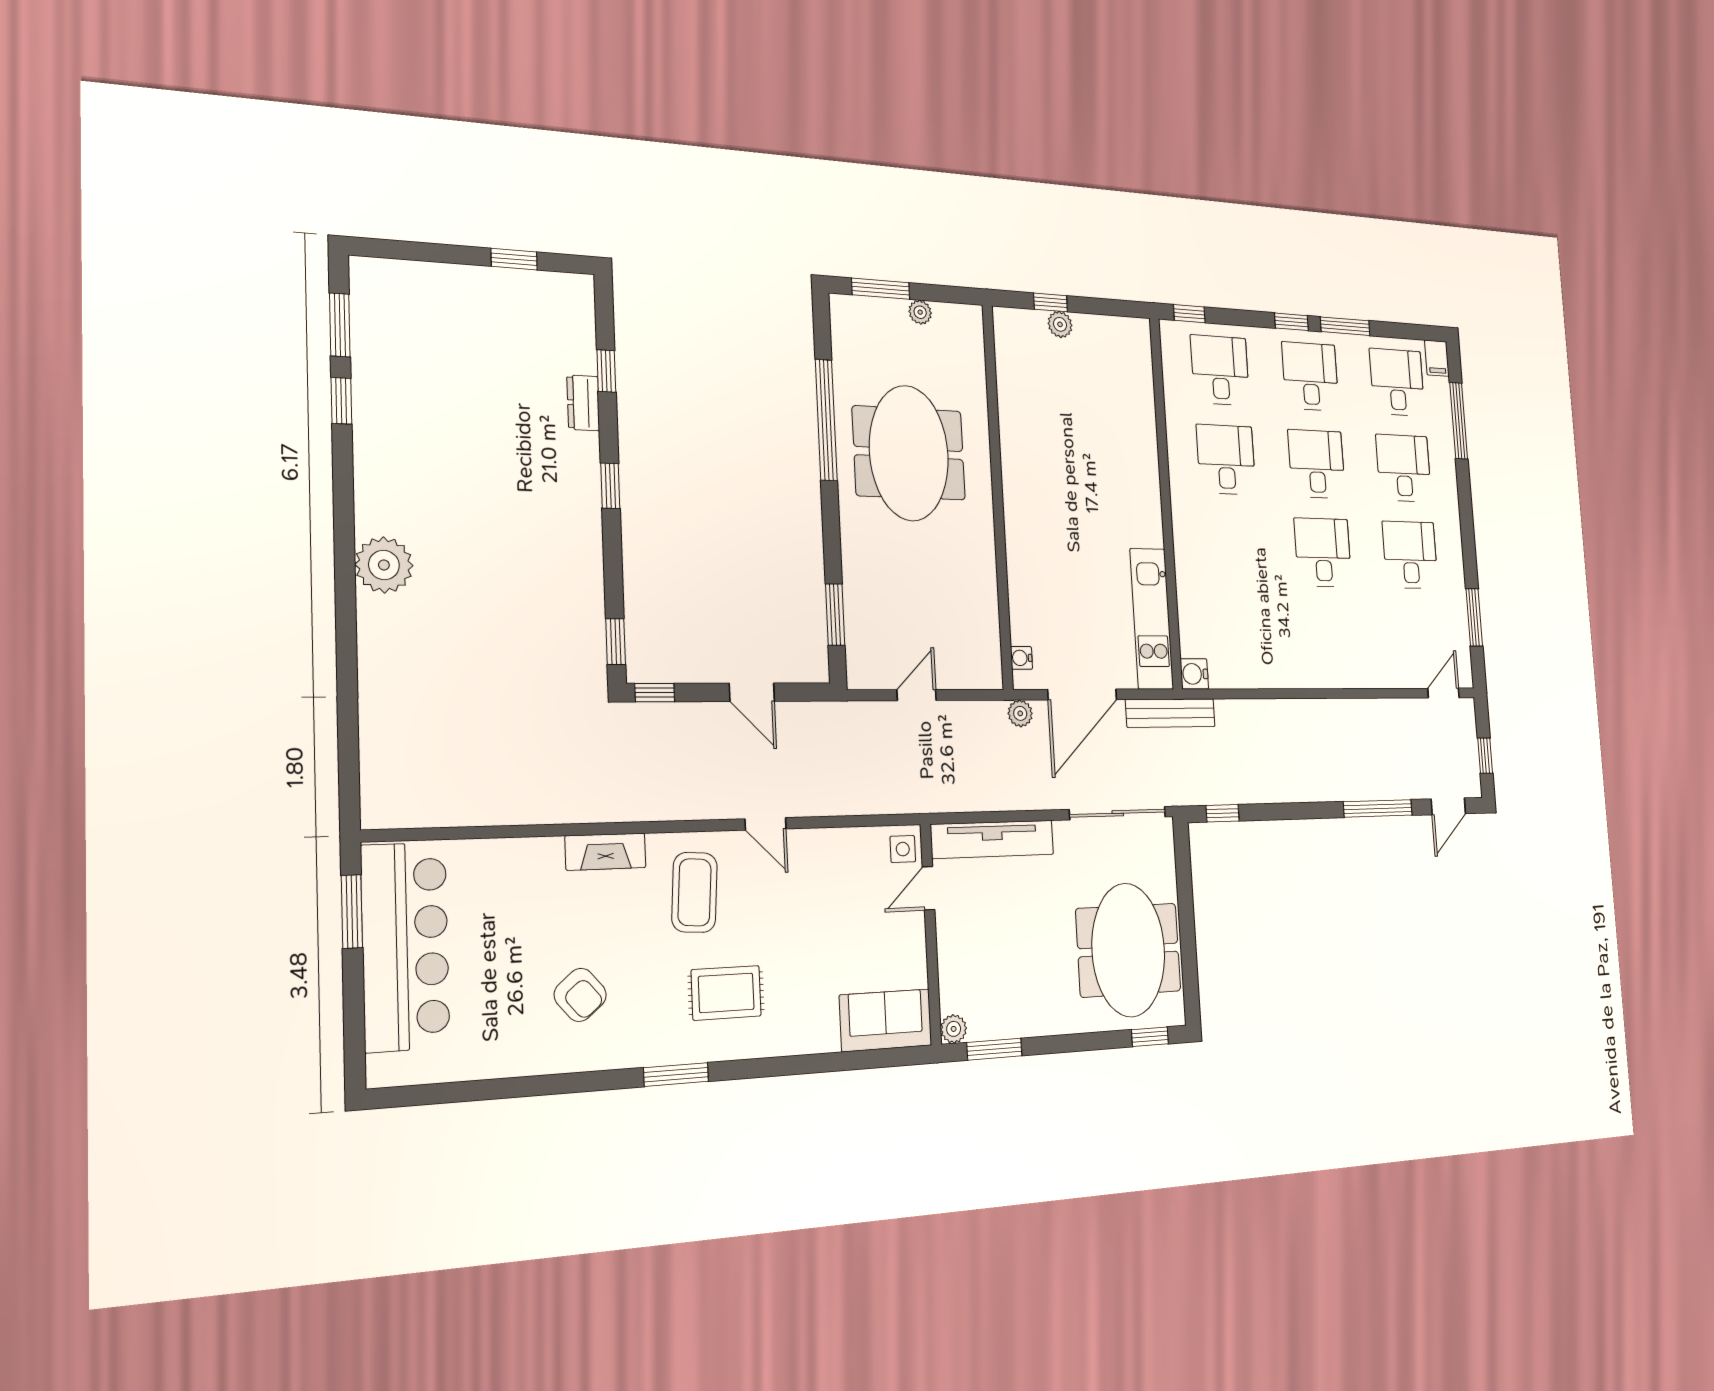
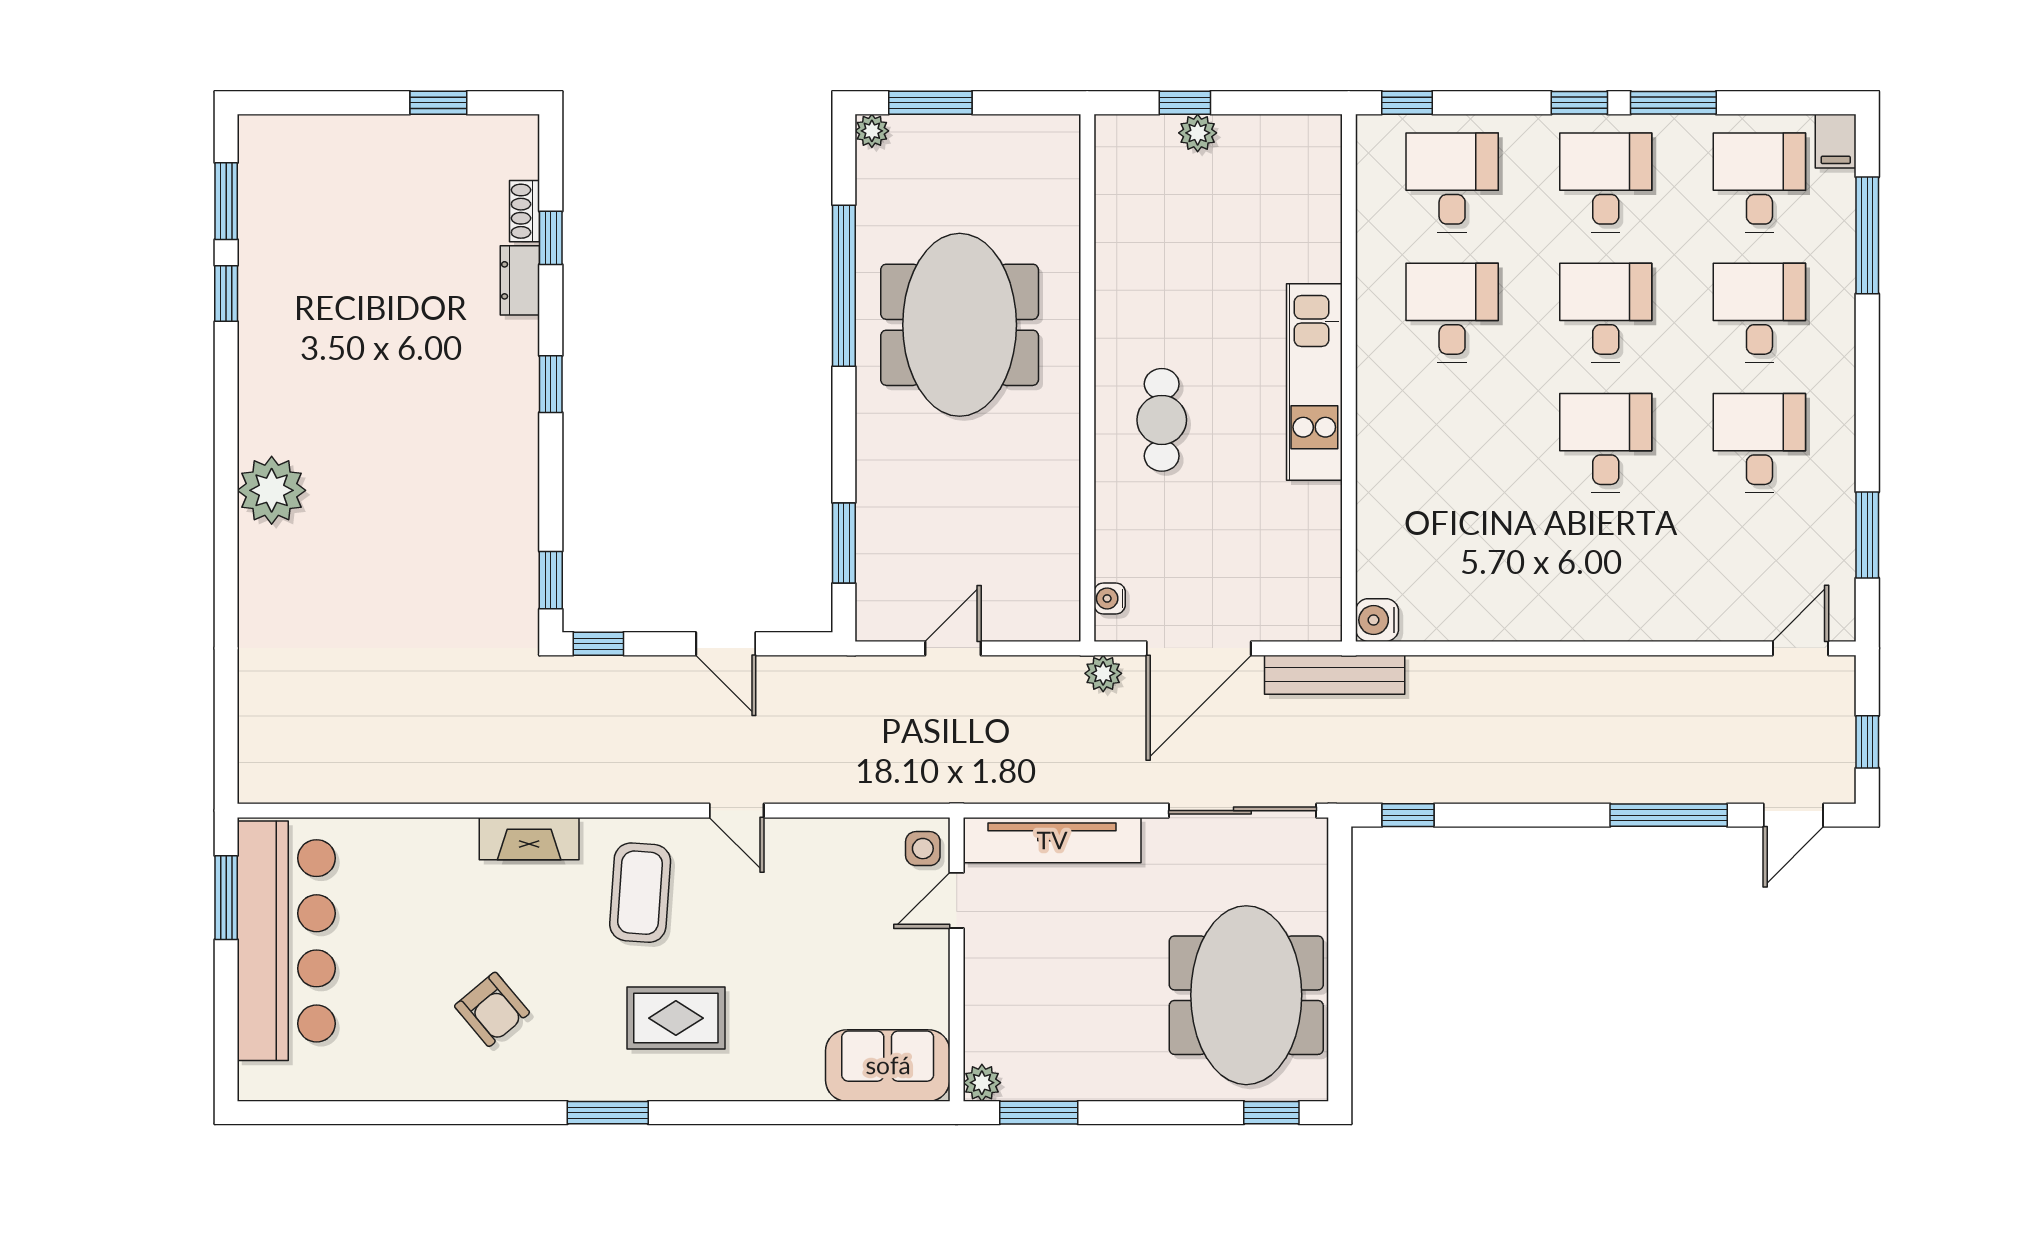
plant: (920, 312) -> (872, 131), moved
shoe rack: (585, 349) -> (525, 211), added
cafe table: (1049, 528) -> (1162, 420), added
kitchen unit: (1152, 619) -> (1314, 382), moved

